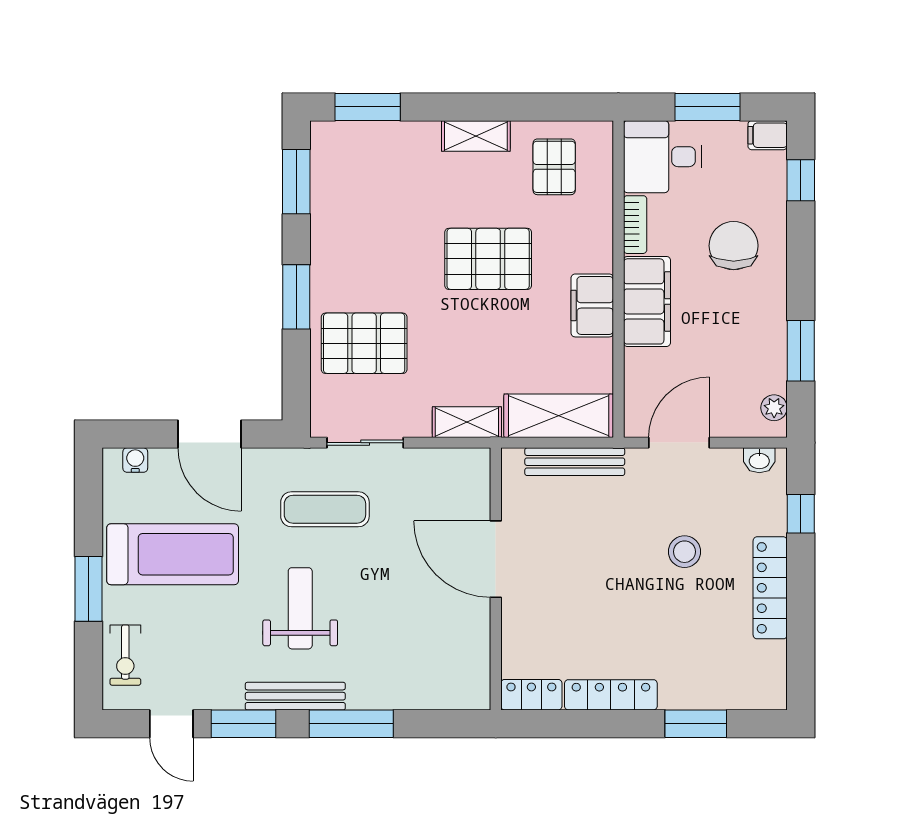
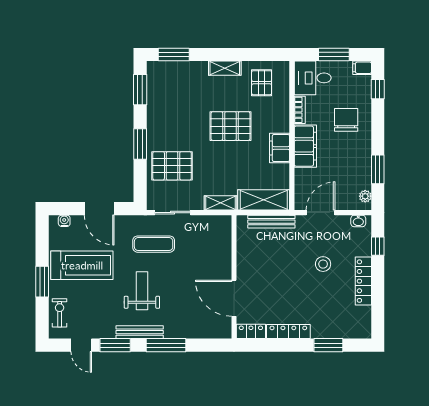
door: (496, 559) -> (234, 298), moved
exercise bike: (125, 655) -> (60, 313), turned 180

